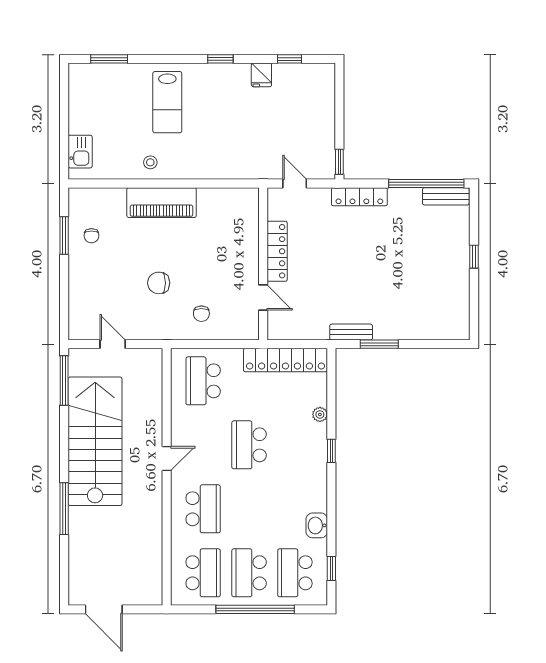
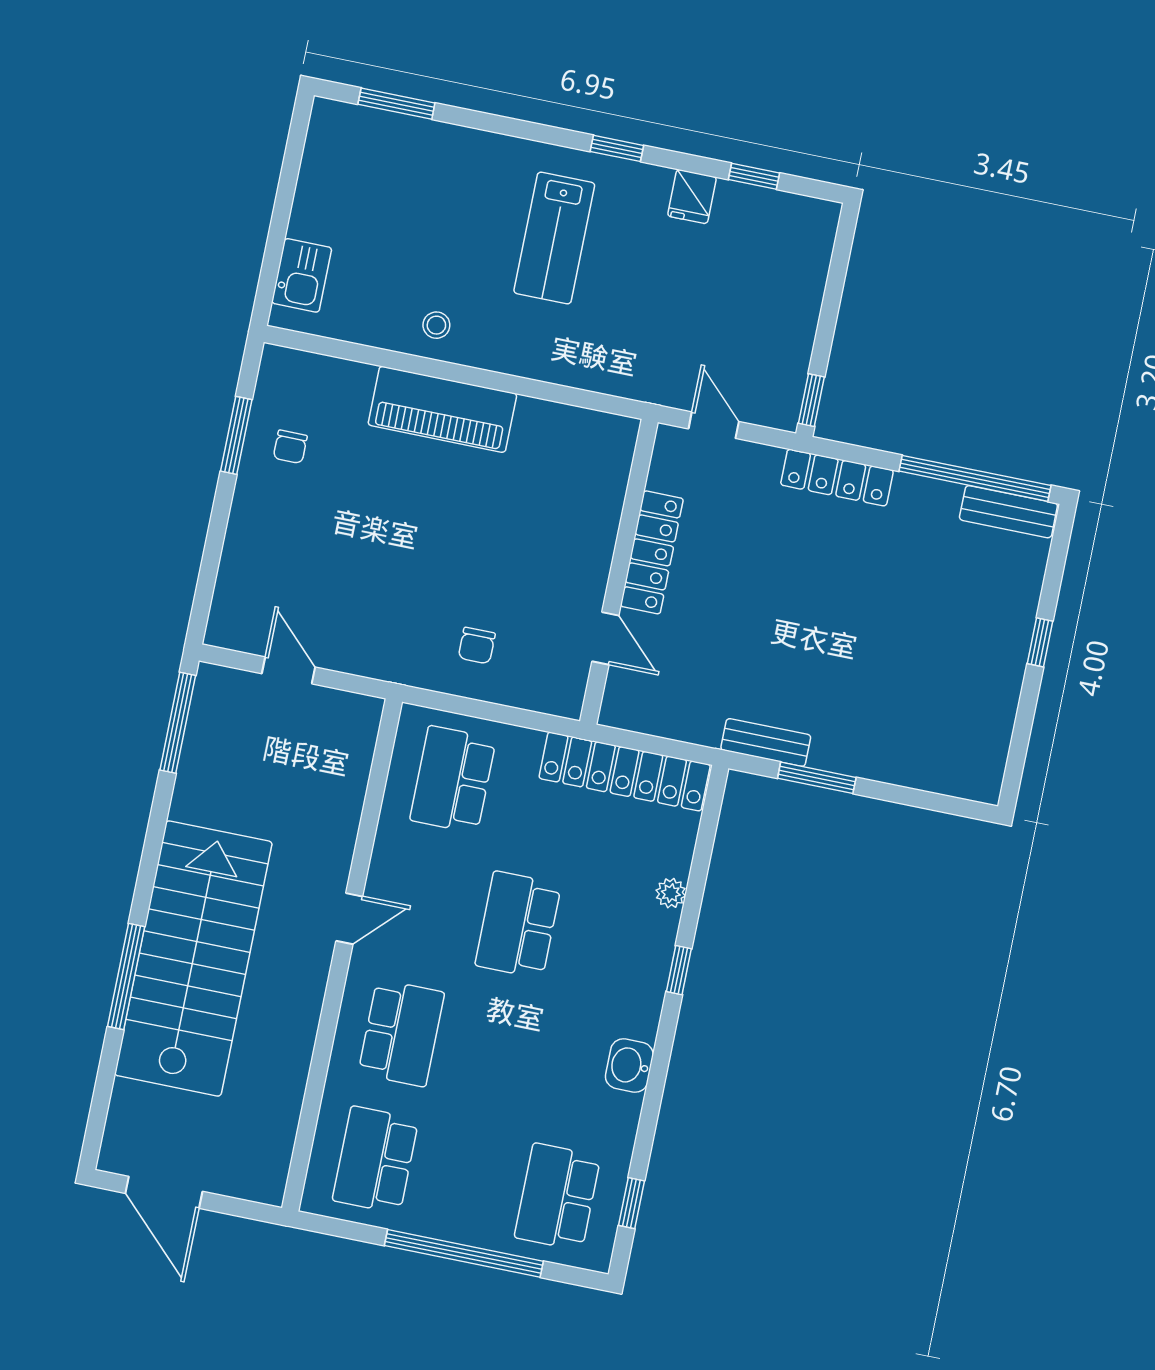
lab bench: (167, 102) -> (554, 238), moved
chair: (159, 283) -> (404, 567), removed
stairs: (95, 441) -> (193, 958), moved
washbasin: (317, 525) -> (629, 1065), moved
school desk: (203, 573) -> (376, 1160), turned 180
school desk: (249, 573) -> (467, 1178), removed

